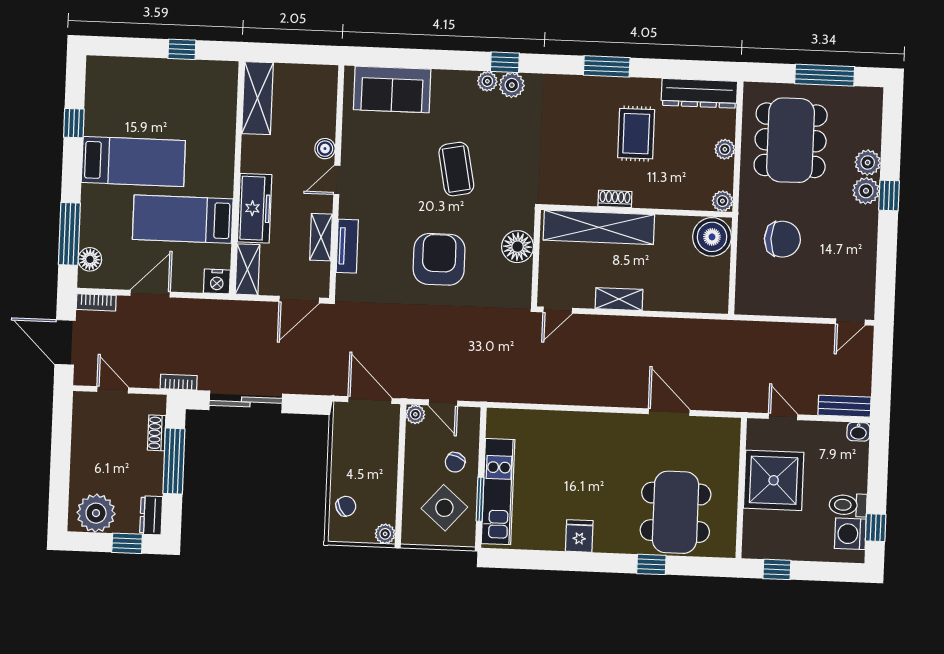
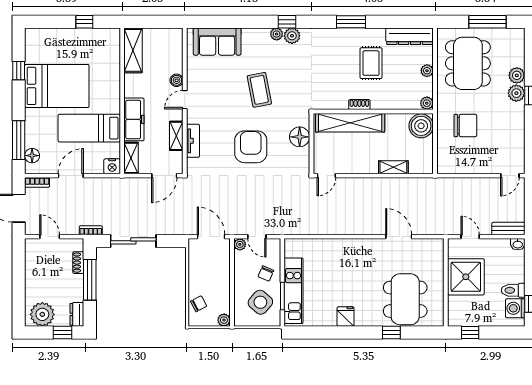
bed: (133, 161) -> (57, 86), width x1.50
shelving: (619, 299) -> (393, 167), moved

